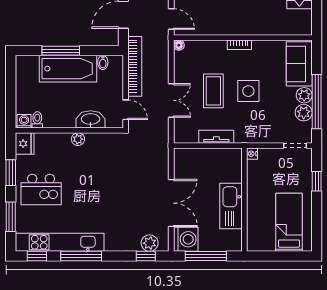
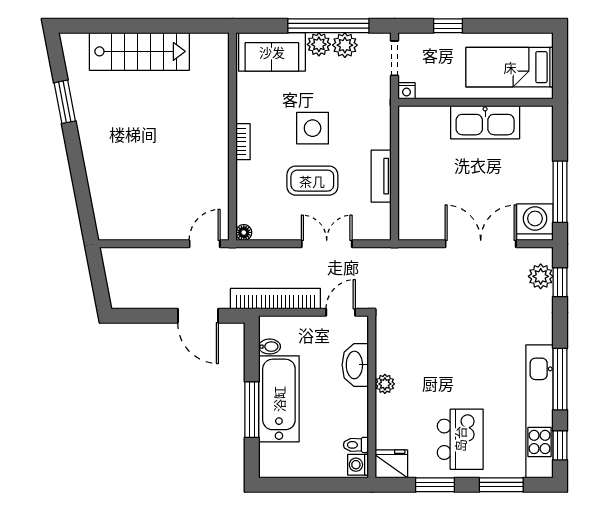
nightstand: (252, 154) -> (407, 91), moved
wall: (244, 200) -> (476, 102), moved
kitchen sink: (231, 206) -> (485, 122), moved

